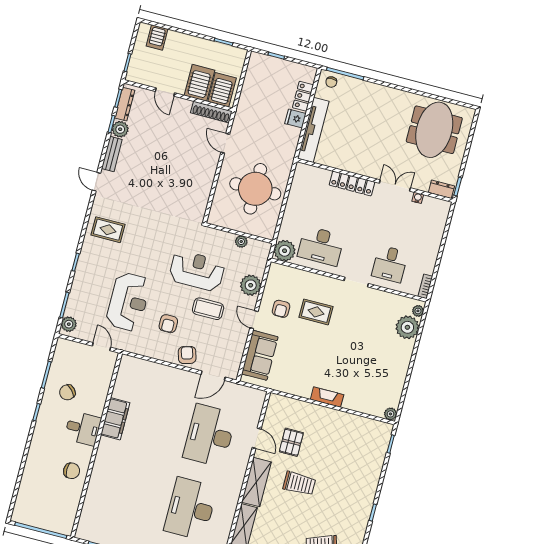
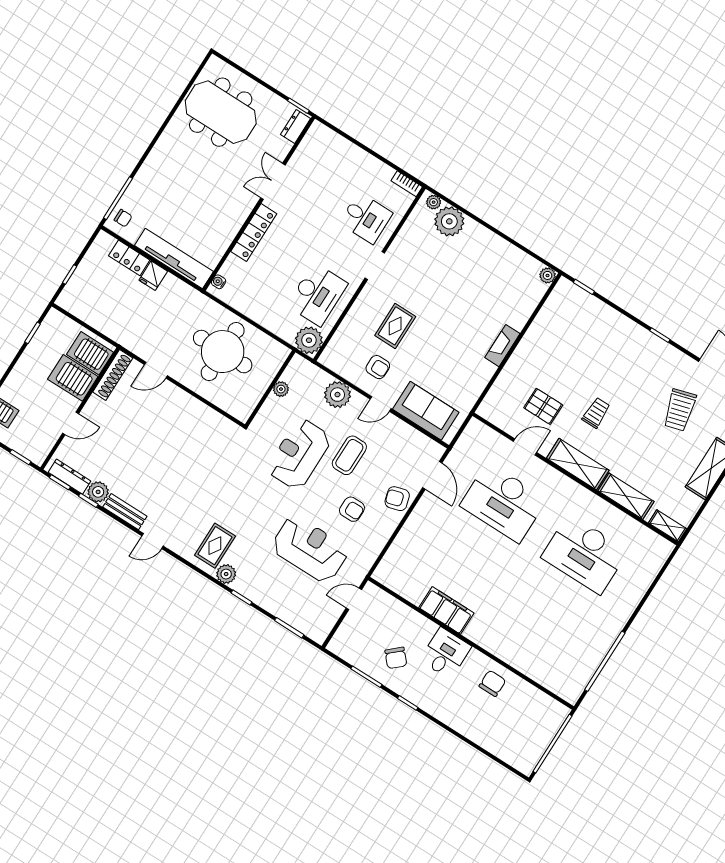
water cooler: (418, 198) -> (219, 282), moved
plant: (69, 324) -> (226, 574), moved
trolley: (299, 483) -> (596, 413), width x0.73, depth x0.72

